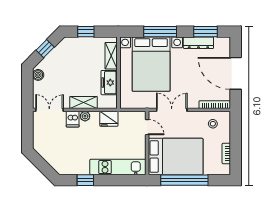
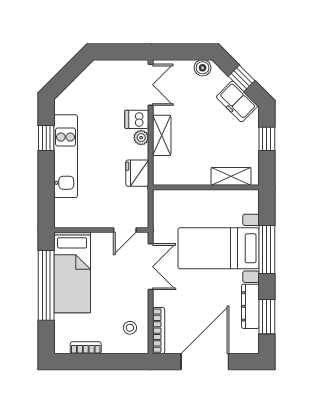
bed with nightstands: (151, 64) -> (219, 248), width x0.73
freezer: (109, 83) -> (237, 101), moved, turned -135
bed: (176, 157) -> (72, 272), width x0.67
kitchen unit: (118, 167) -> (66, 156), moved

